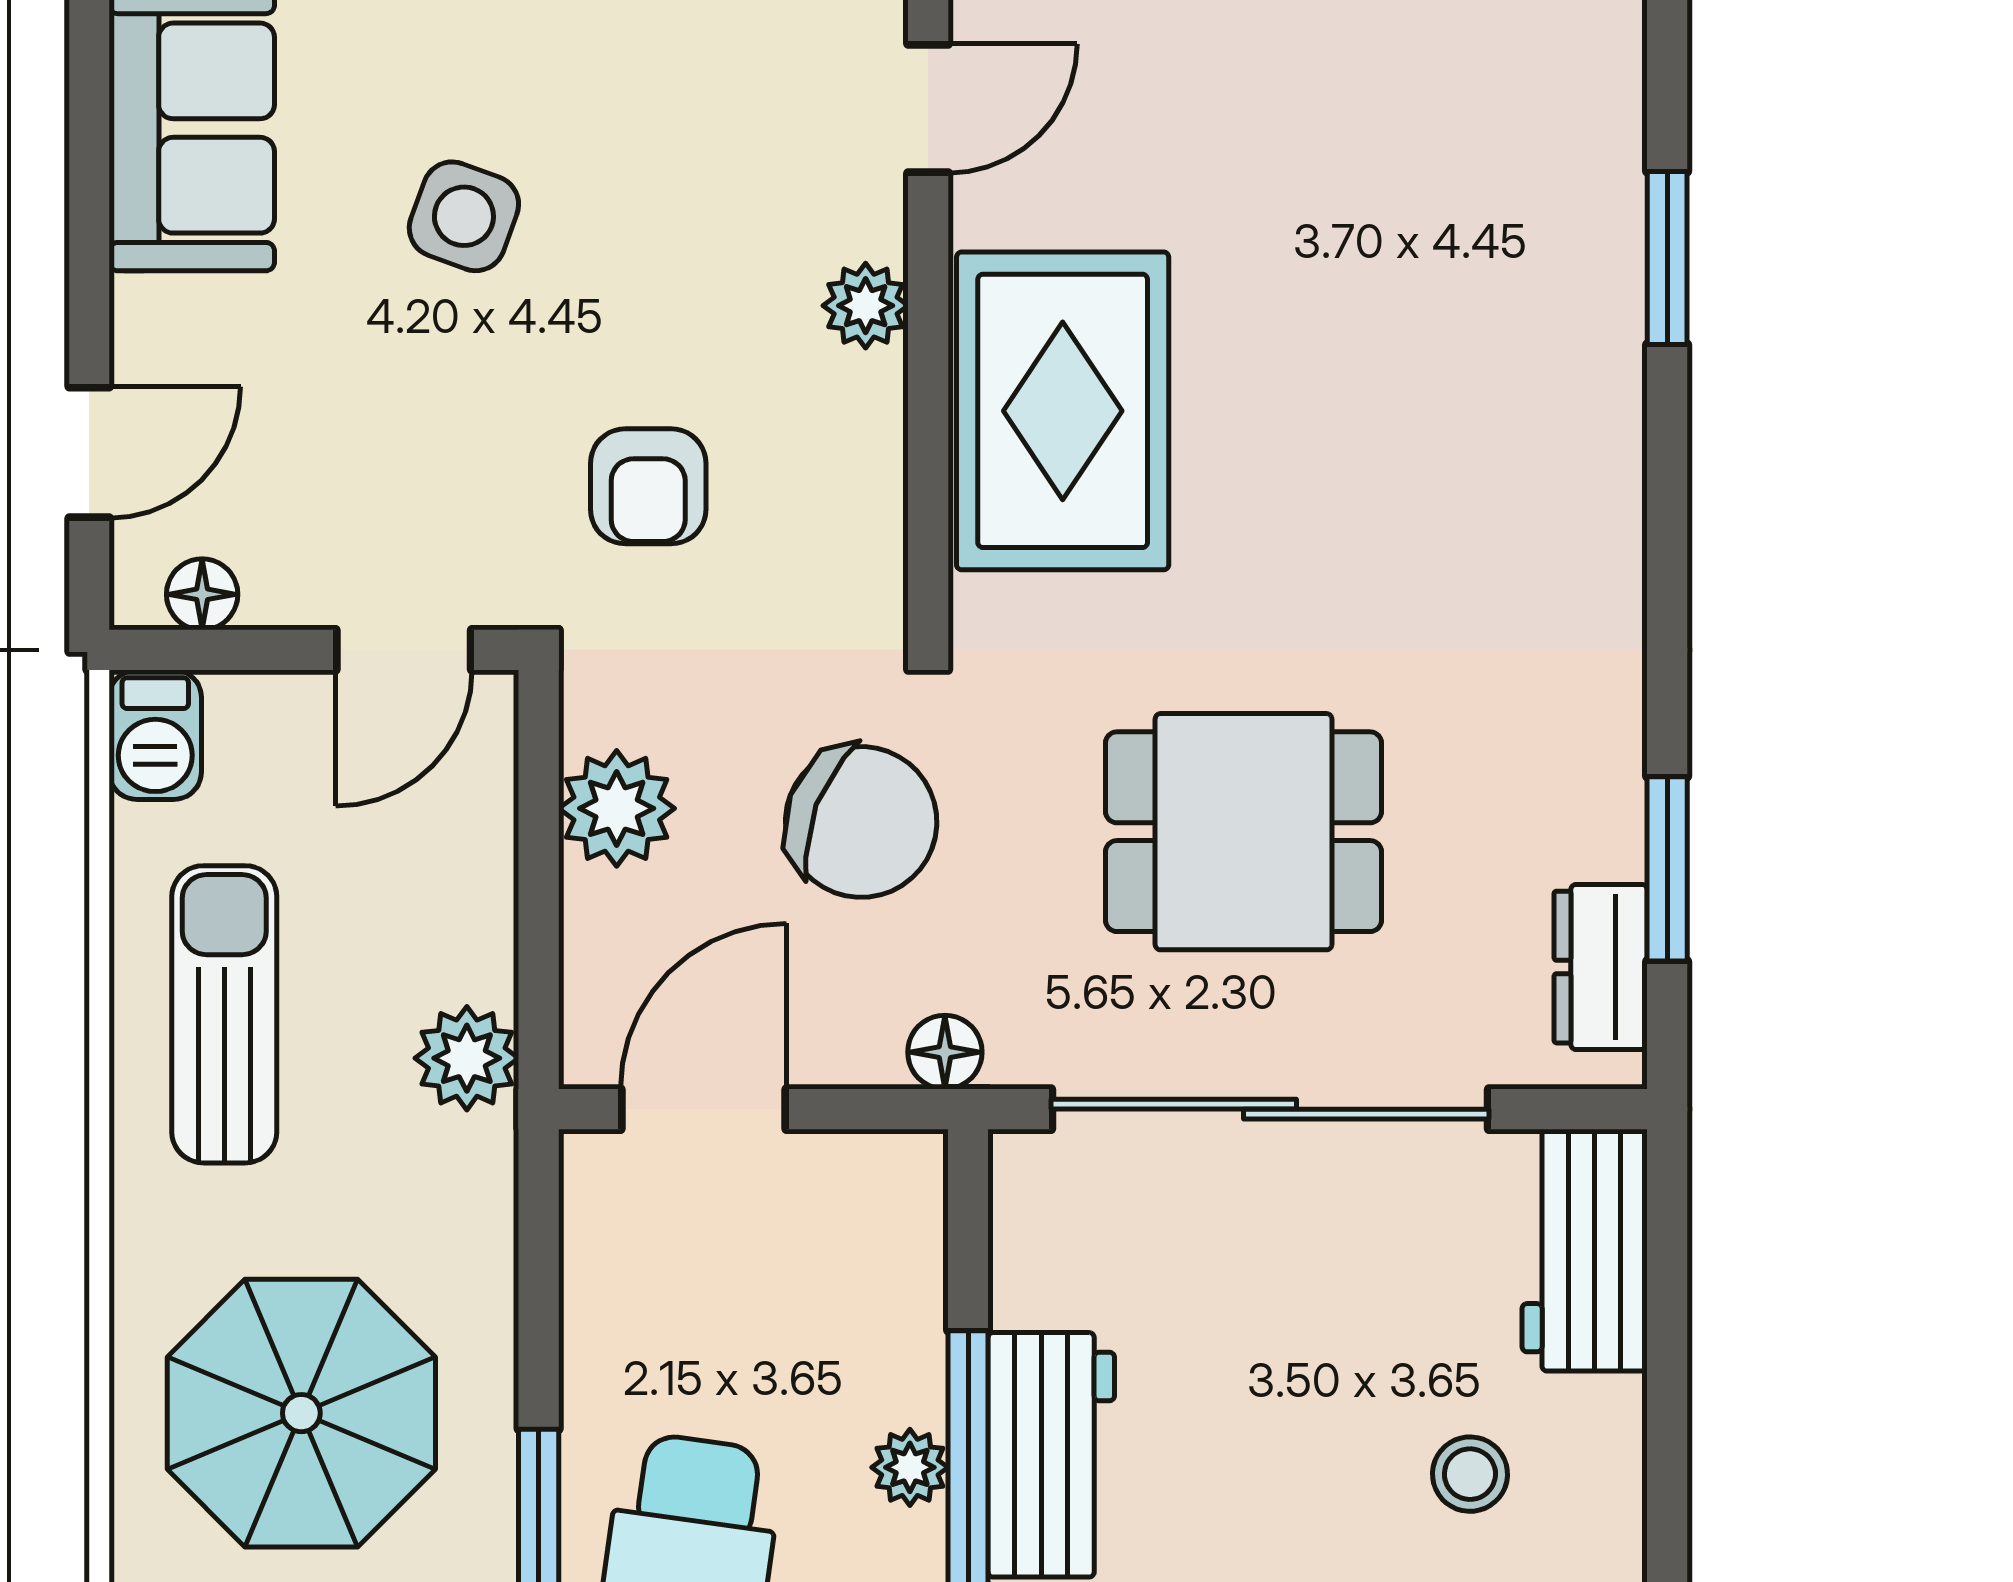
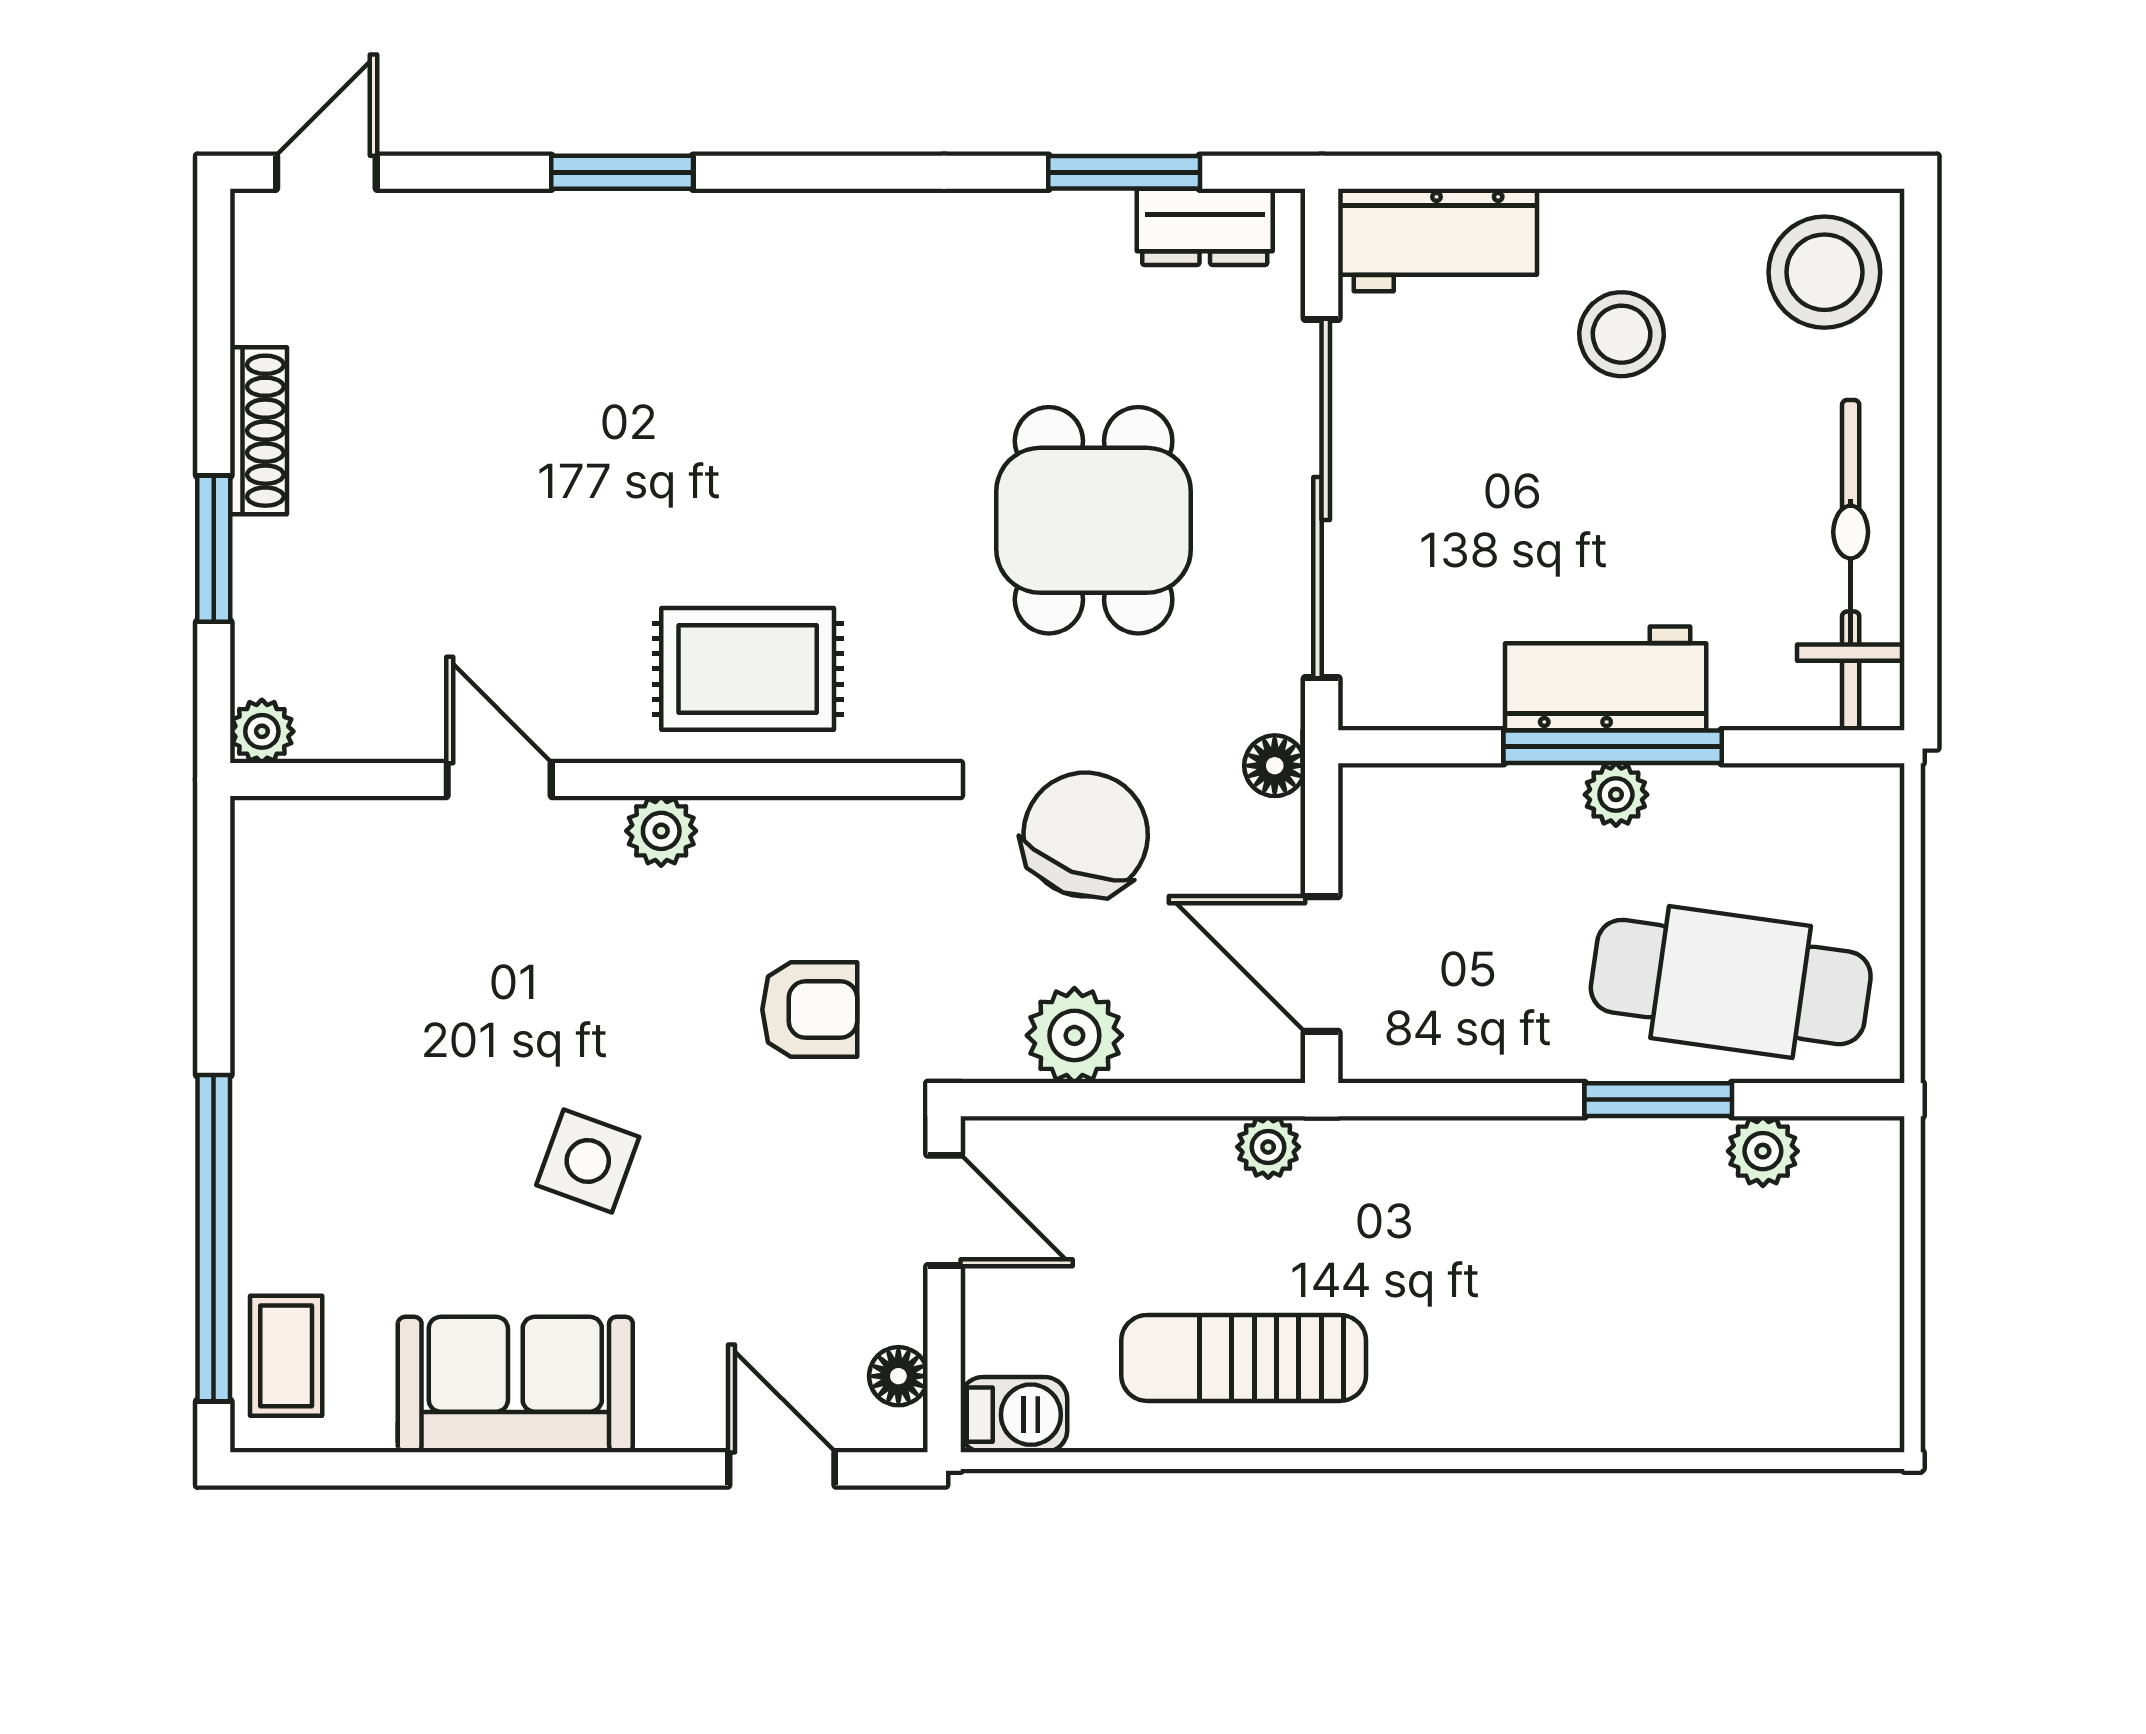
rug: (1063, 411) -> (748, 669), width x0.73, depth x0.70
plant: (467, 1058) -> (1268, 1147), width x0.73, depth x0.73
parasol: (301, 1413) -> (1571, 1295), removed
stool: (1470, 1474) -> (1622, 334), width x1.37, depth x1.37

